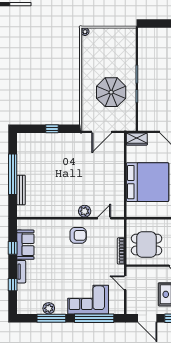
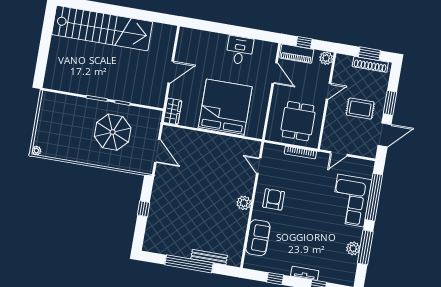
plant: (85, 211) -> (244, 203), moved
sofa: (25, 245) -> (258, 238), moved, turned 90

